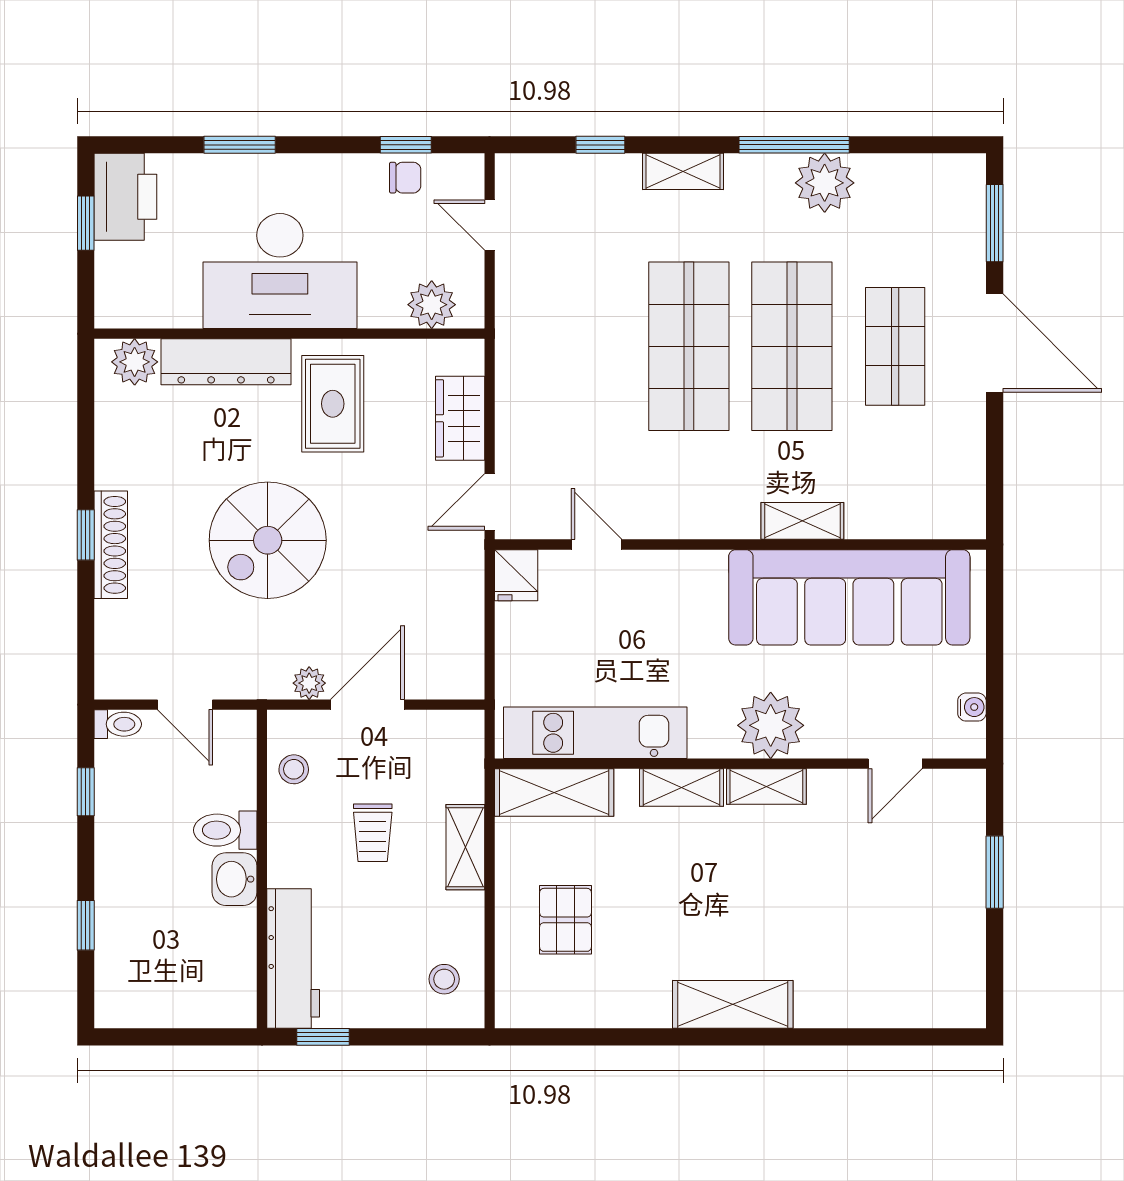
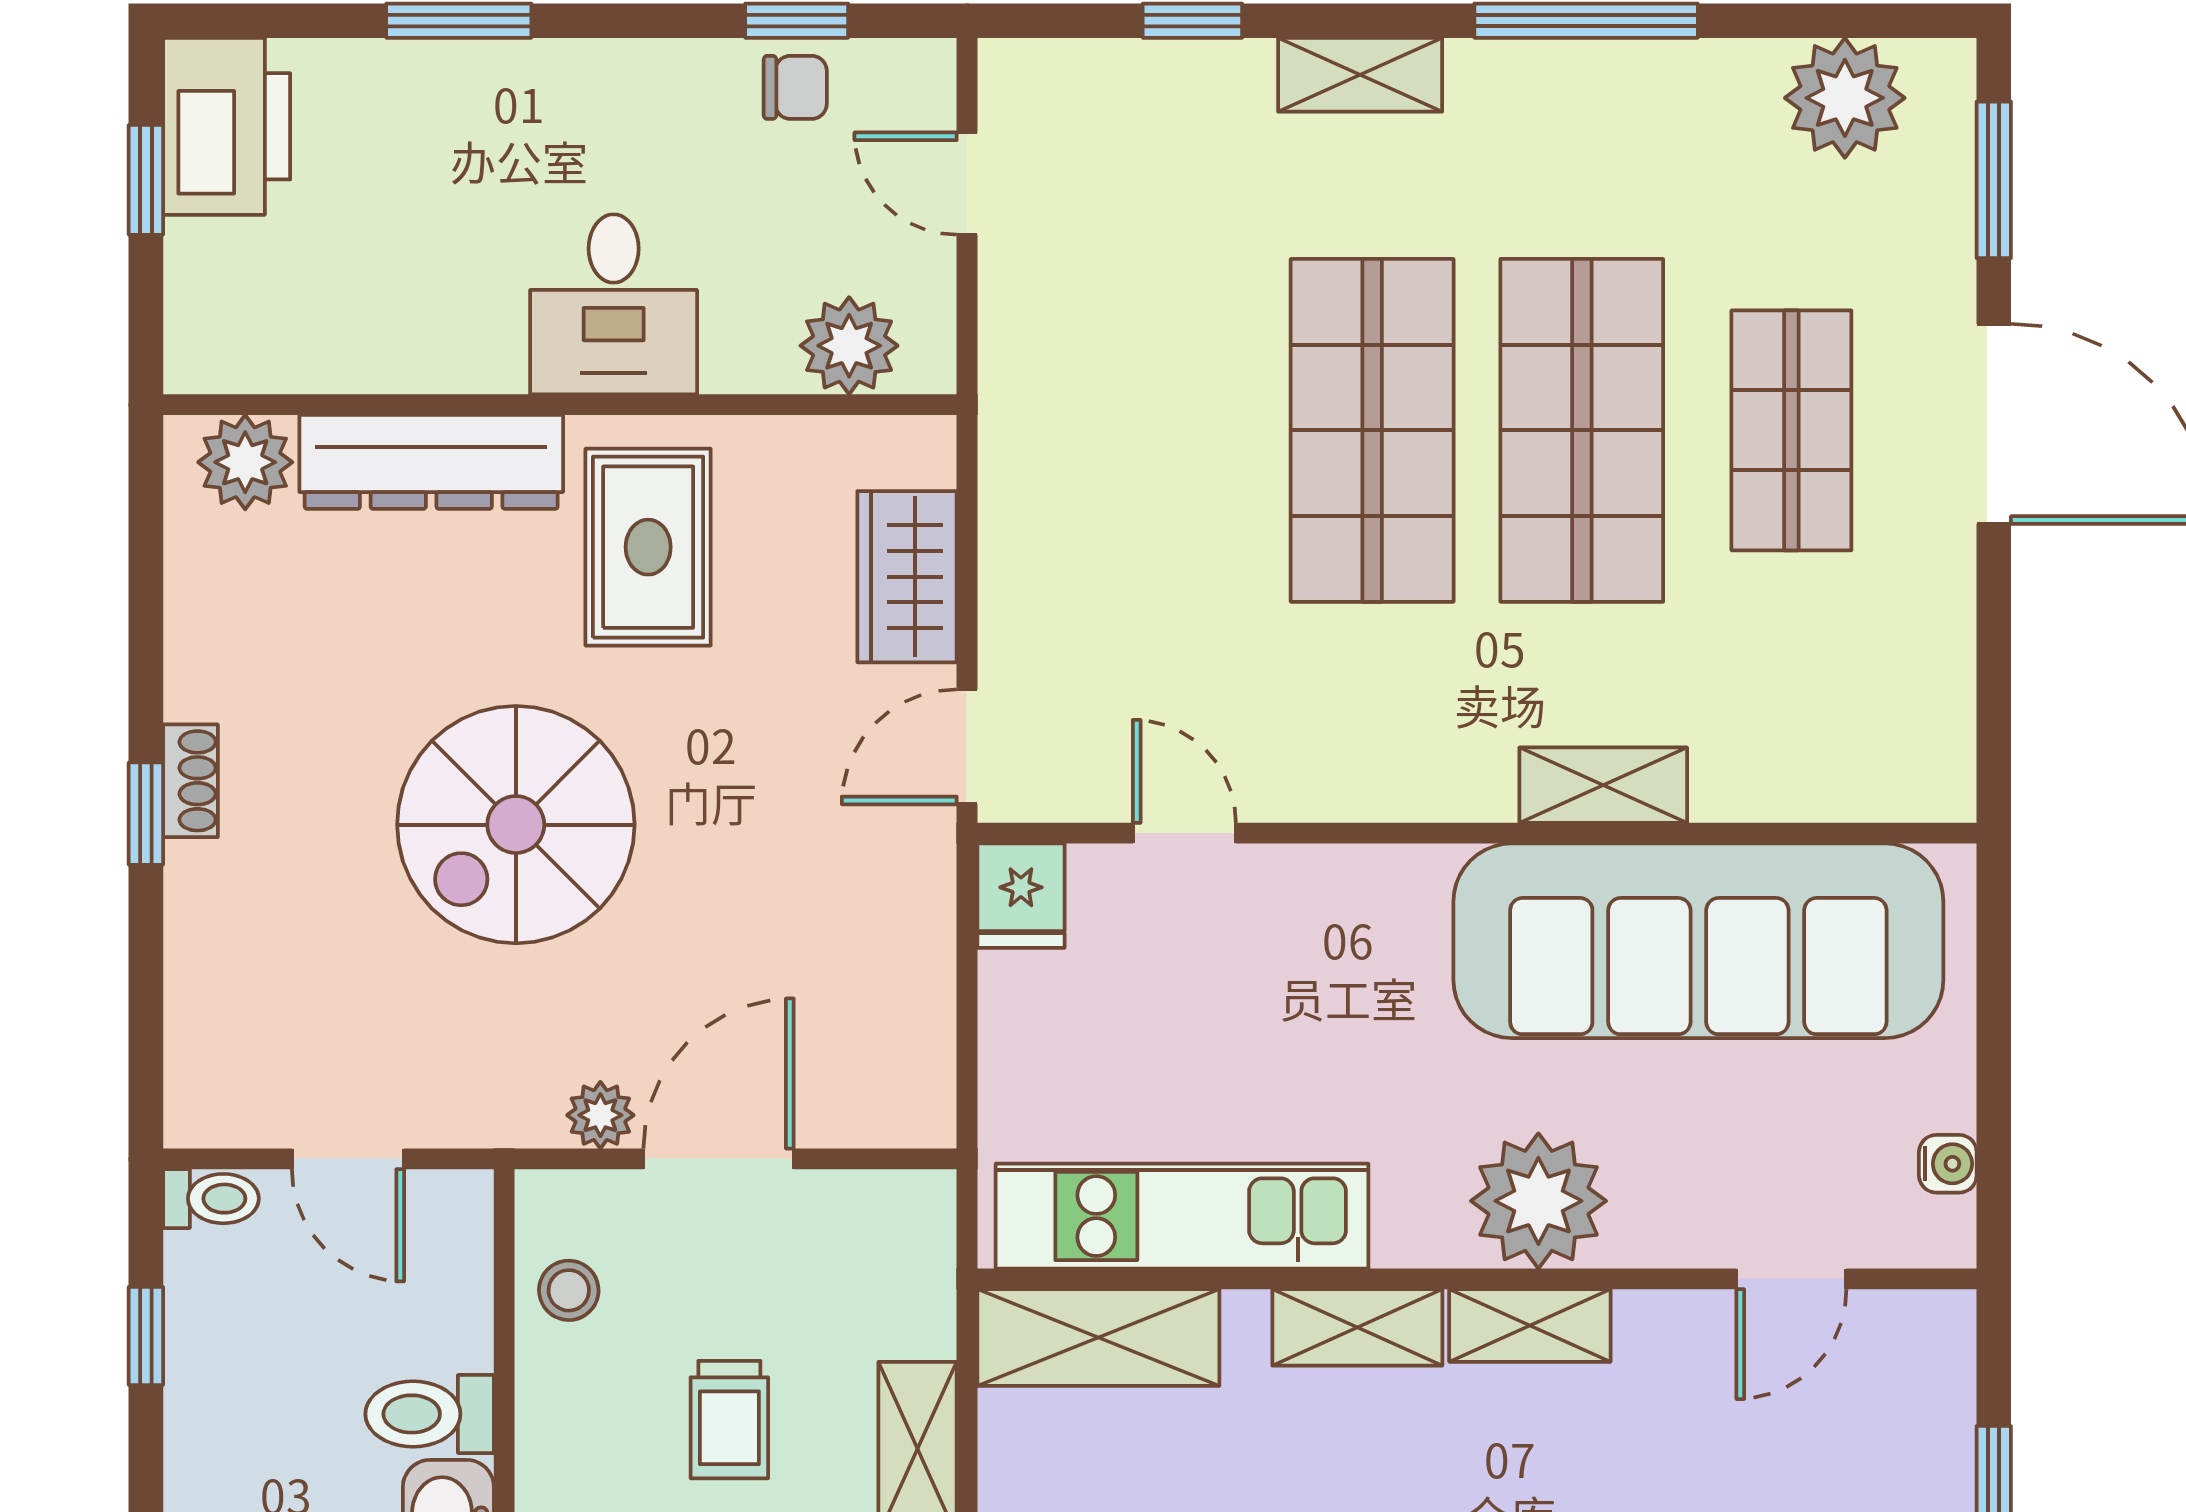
plant: (825, 183) -> (1845, 98), moved
desk: (280, 271) -> (614, 304), width x0.53, depth x0.77
shoe rack: (111, 545) -> (190, 781), width x0.51, depth x0.81

